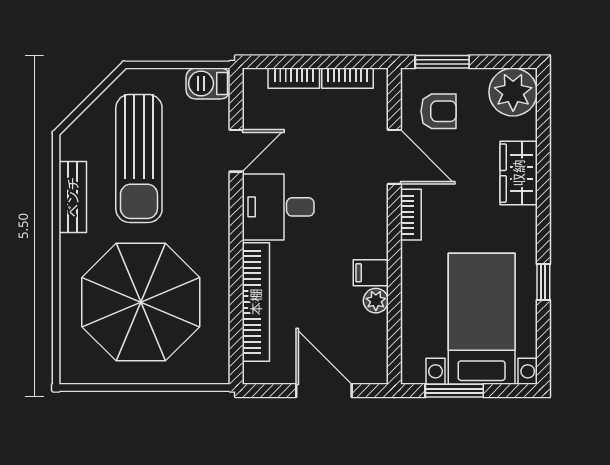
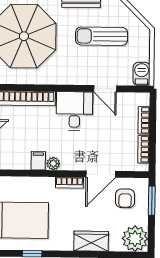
sun lounger: (139, 158) -> (102, 36), width x0.73, depth x0.75
plant: (376, 301) -> (53, 164), moved

